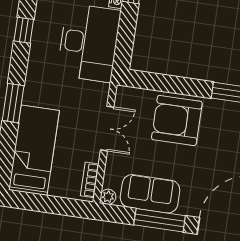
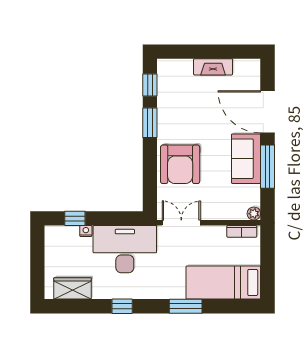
double door: (107, 129) -> (181, 223), moved
sofa: (150, 194) -> (246, 159), moved

